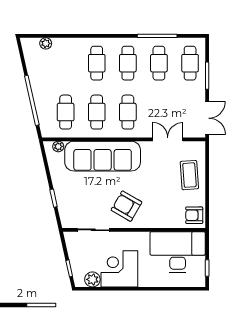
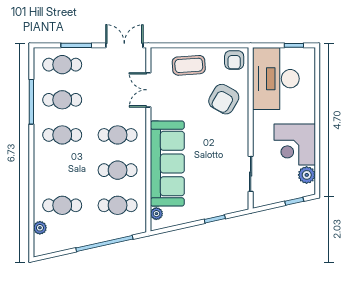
cafe table: (97, 63) -> (62, 205), moved
armchair: (126, 206) -> (224, 99), moved

